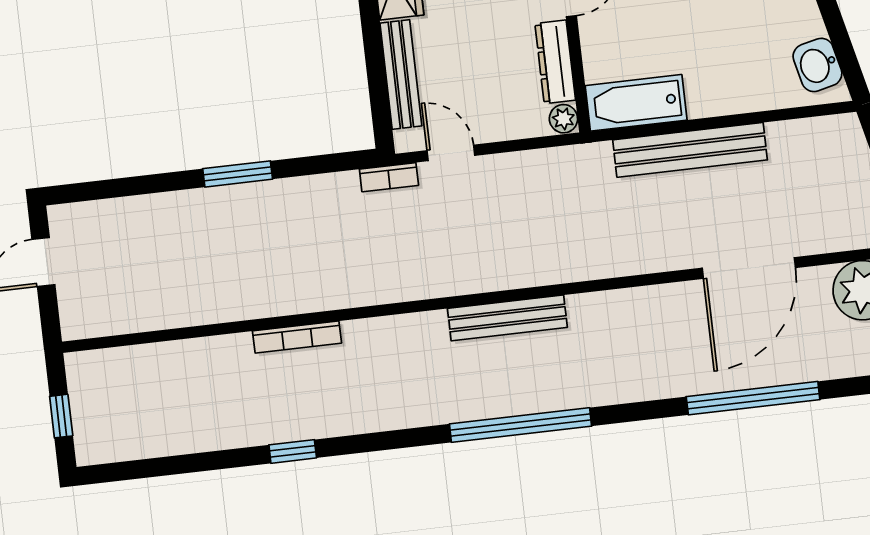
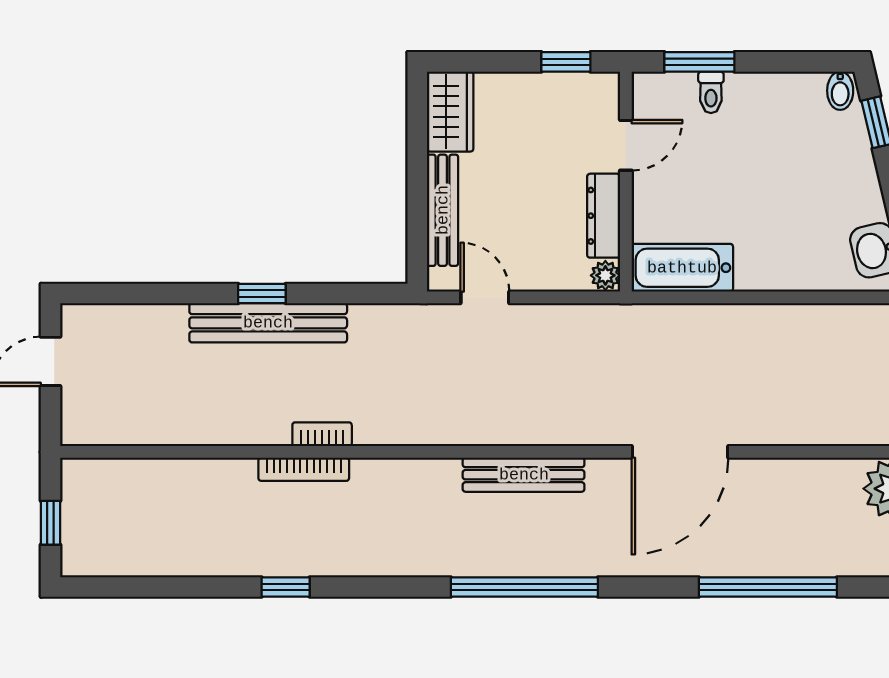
bench: (690, 150) -> (268, 323), moved
window: (238, 174) -> (262, 294), width x0.67
bookcase: (389, 177) -> (322, 434), moved, turned 180
door: (749, 268) -> (680, 452), moved

